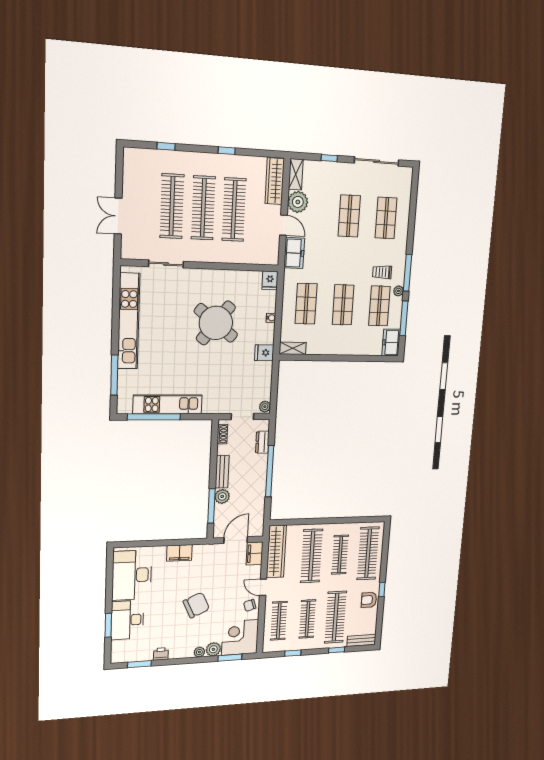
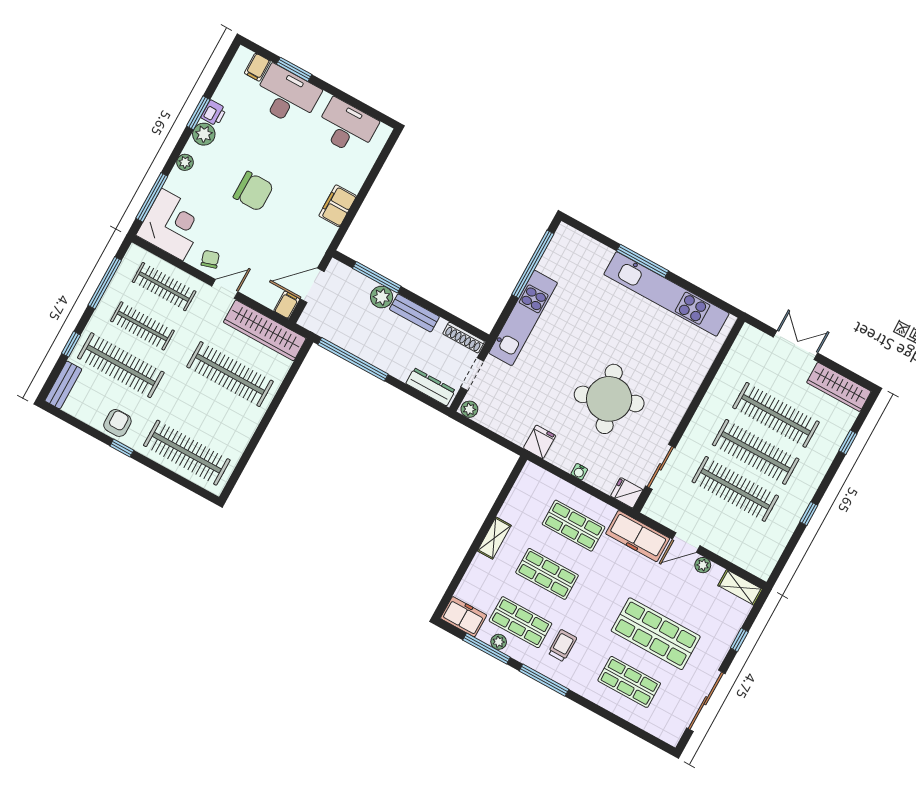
wardrobe: (275, 181) -> (839, 387), moved, turned 180
plant: (298, 202) -> (703, 565), width x0.53, depth x0.53
shop shelf: (349, 216) -> (656, 634), width x1.43, depth x1.36
freezer: (294, 253) -> (638, 536), width x1.40
sliding door: (166, 264) -> (660, 467), moved
plant: (398, 291) -> (499, 642), moved
round table: (216, 323) -> (609, 399), turned 33
shelving: (293, 348) -> (494, 538), moved
window: (114, 375) -> (642, 261), moved
kitchen unit: (168, 404) -> (523, 318), moved
shoe rack: (222, 434) -> (464, 338), width x1.43
dresser: (262, 442) -> (431, 387), width x1.44
window: (270, 471) -> (353, 359), moved
door: (236, 540) -> (312, 285), swing flipped
filing cabinet: (255, 553) -> (287, 305), width x0.50
clothes rail: (340, 555) -> (208, 413), removed
desk: (132, 575) -> (347, 127), width x0.73, depth x0.77
chair: (196, 605) -> (253, 191), turned -65
filing cabinet: (119, 646) -> (257, 67), added
plant: (213, 649) -> (204, 134), moved
window: (293, 653) -> (105, 283), width x2.17
window: (230, 658) -> (152, 197), width x1.44
window: (139, 664) -> (198, 113), moved

